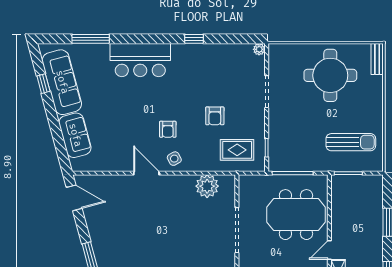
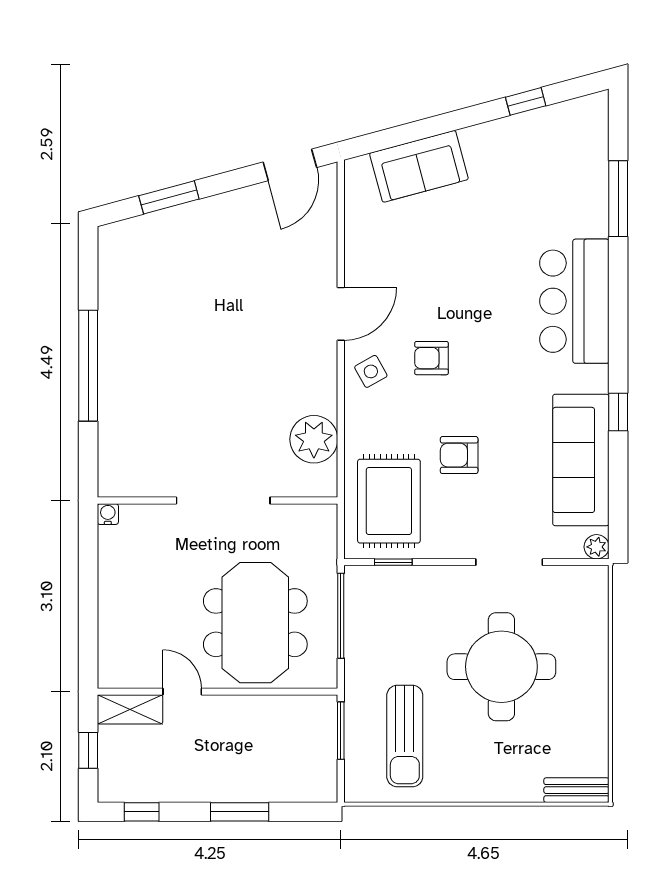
round table: (330, 75) -> (501, 667), moved
sofa: (62, 82) -> (581, 460), moved, turned 105
rug: (237, 150) -> (389, 501), width x1.36, depth x1.43

